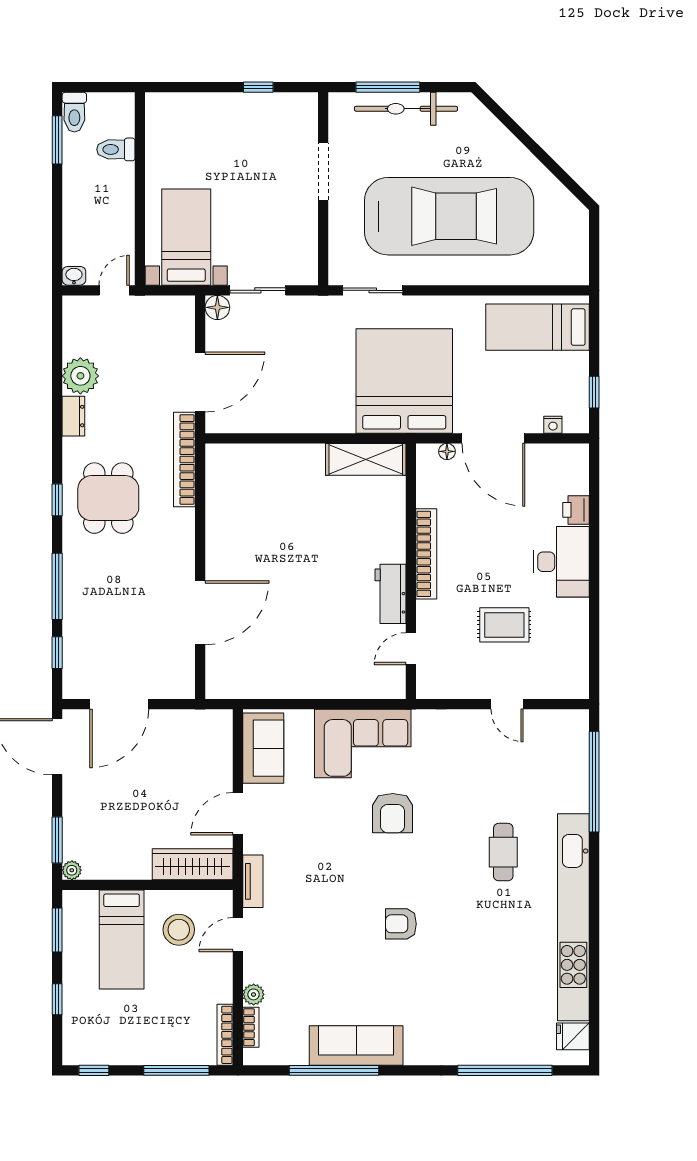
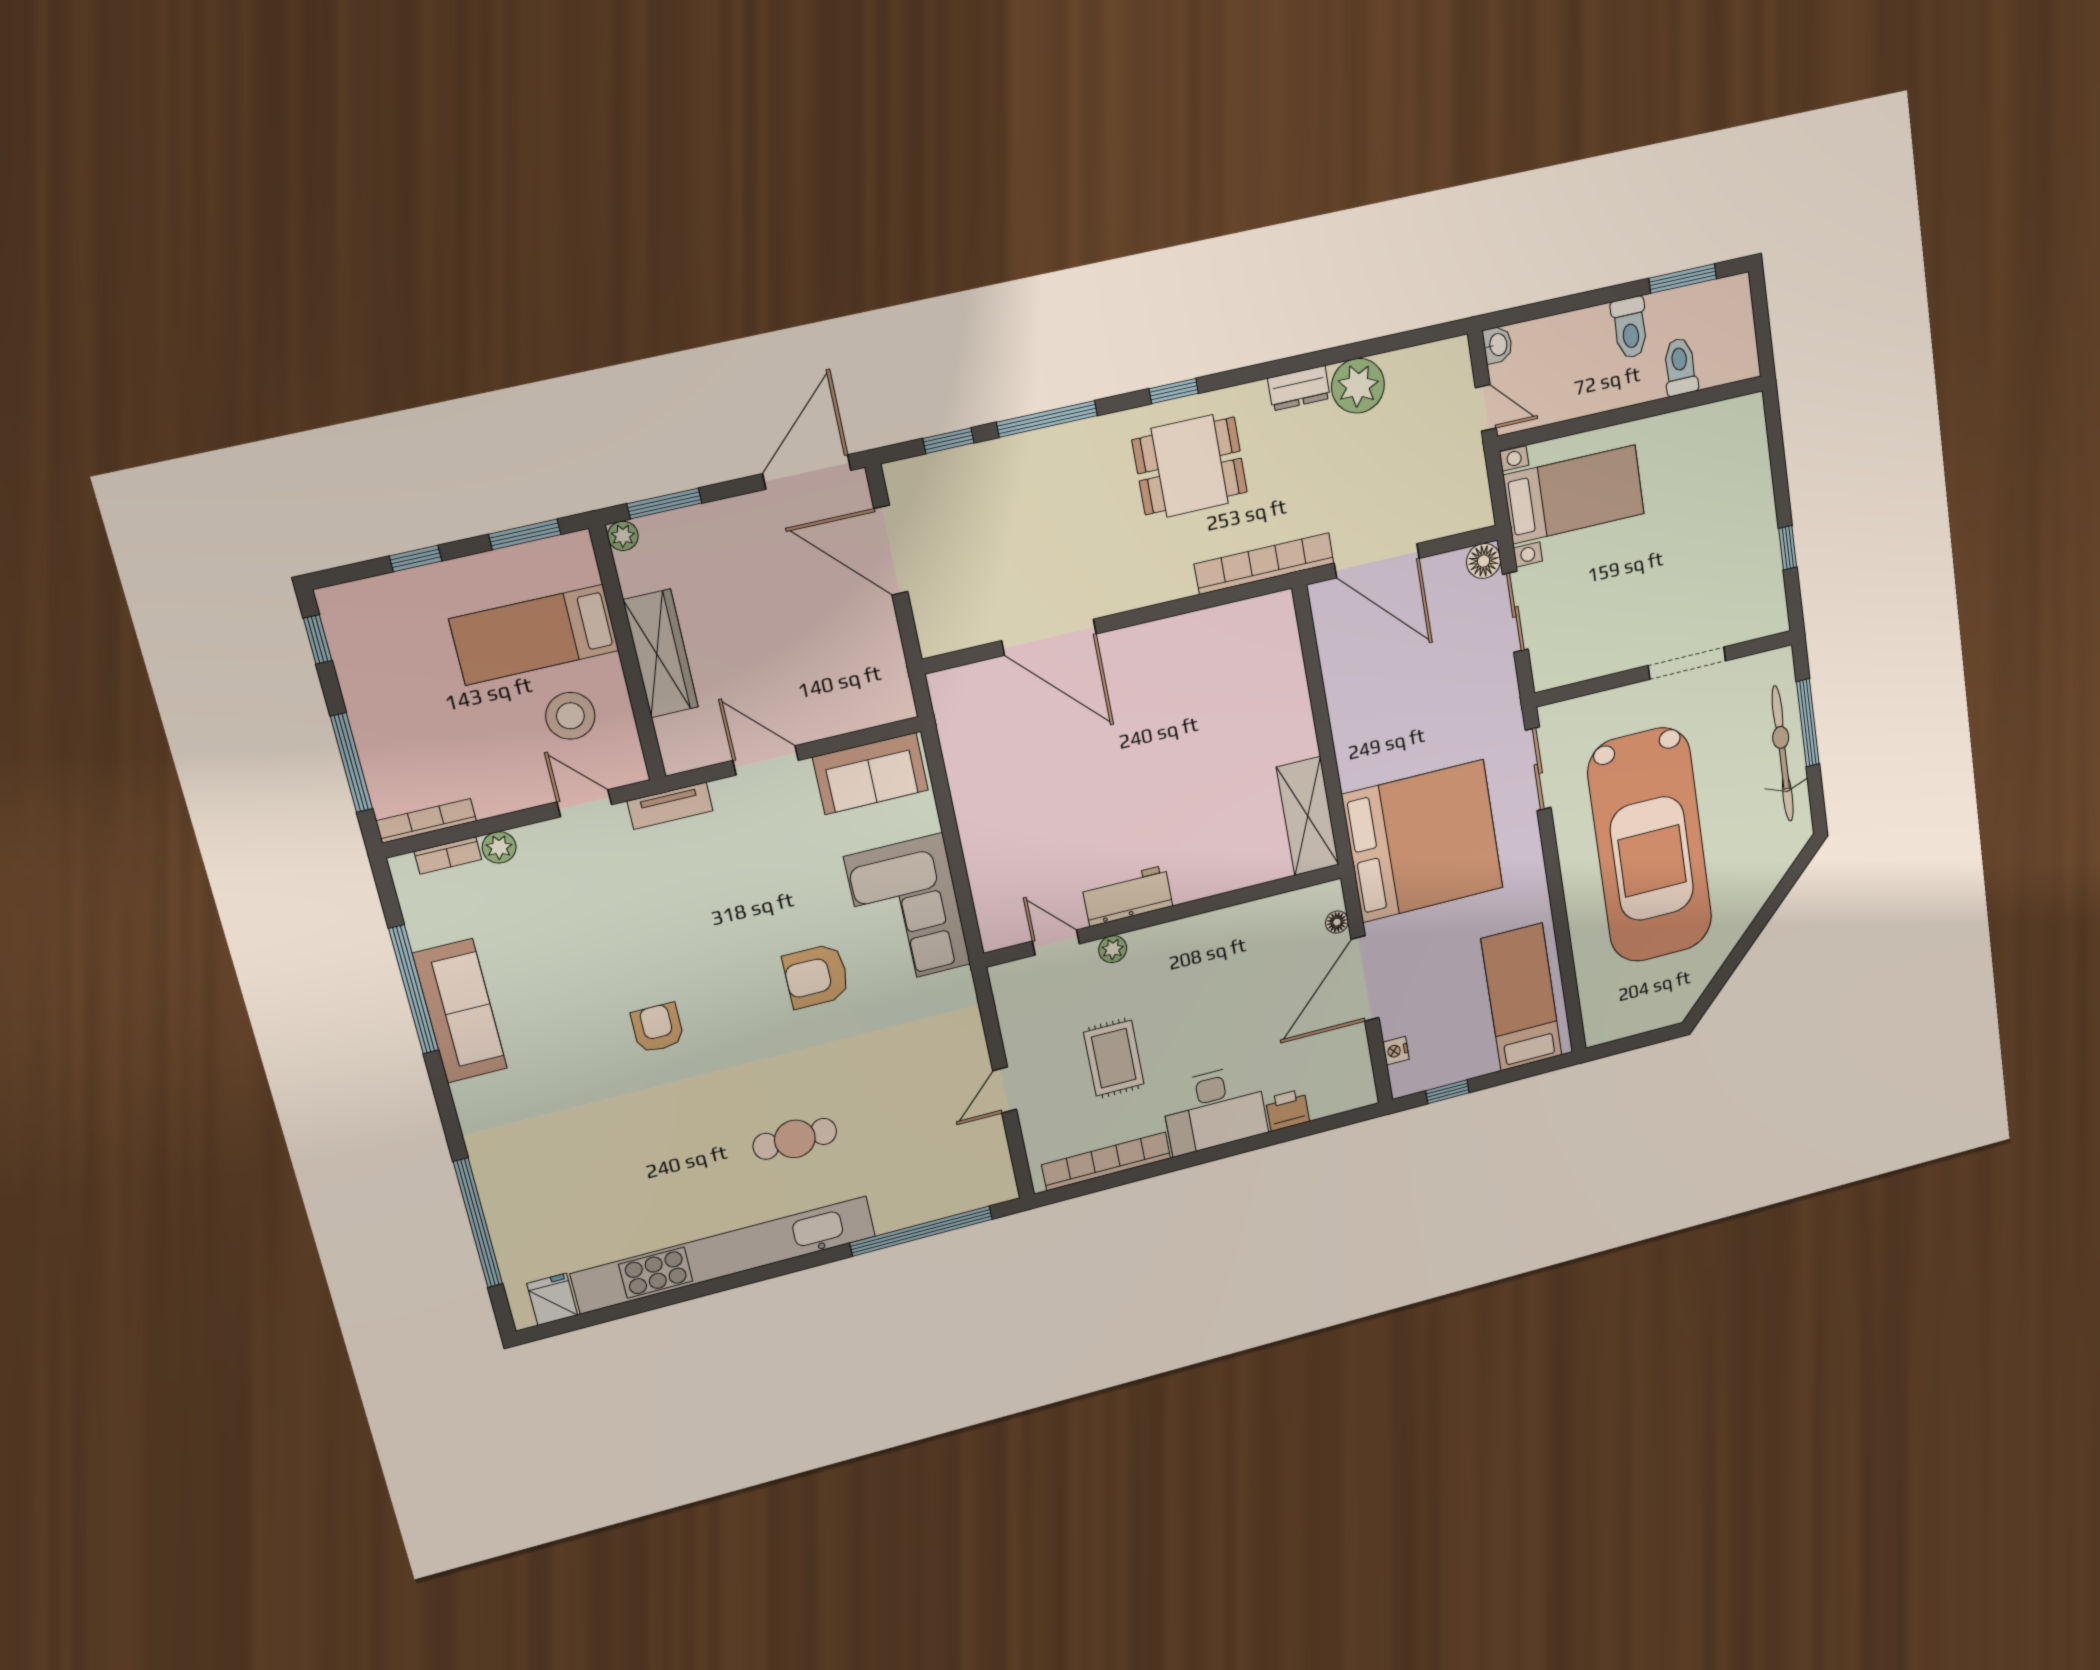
toilet: (74, 112) -> (1630, 328), moved, turned -90
bookcase: (426, 554) -> (1106, 1161), moved, turned 180
plant: (426, 611) -> (1113, 949), added
wardrobe: (193, 864) -> (661, 654), moved

